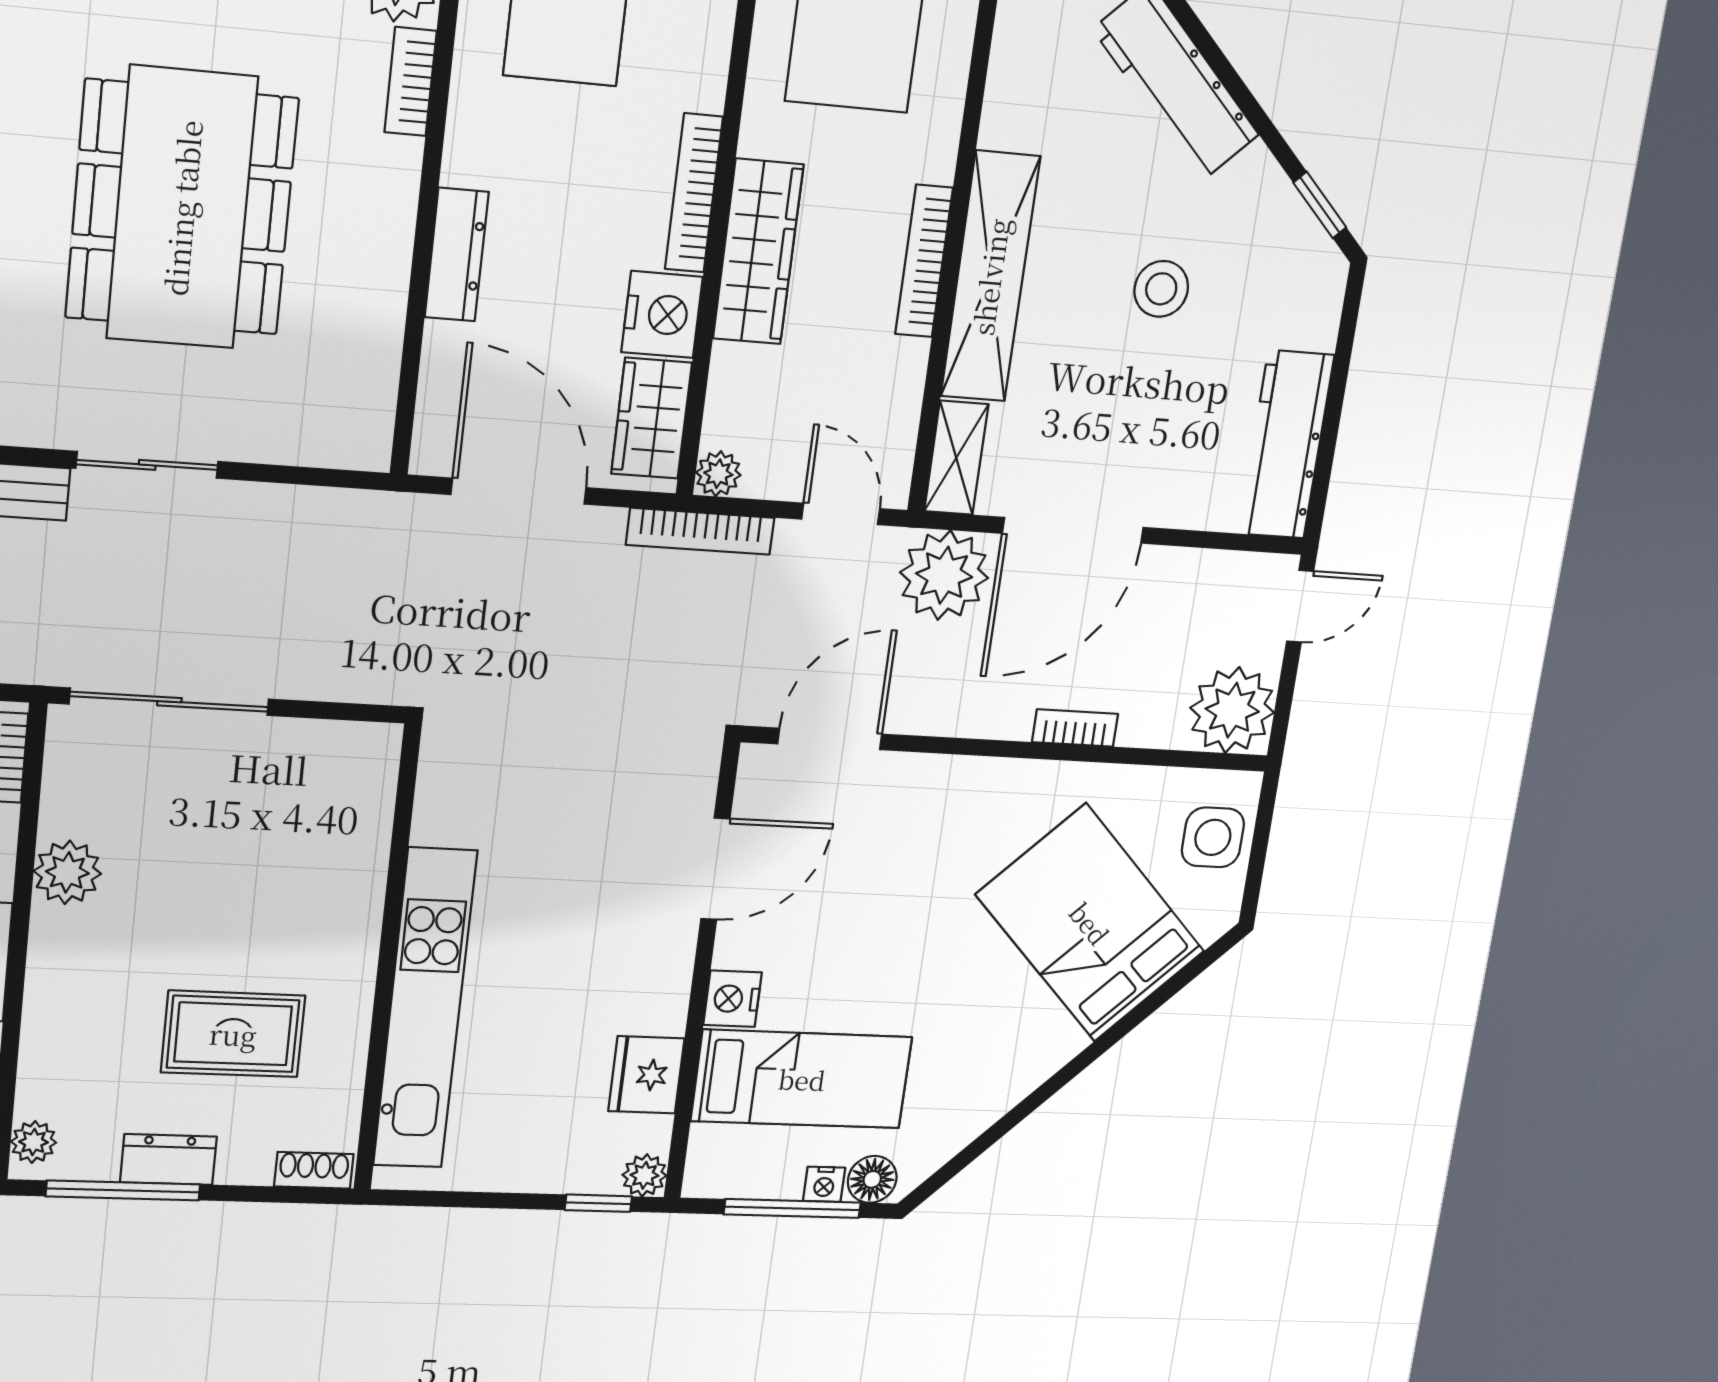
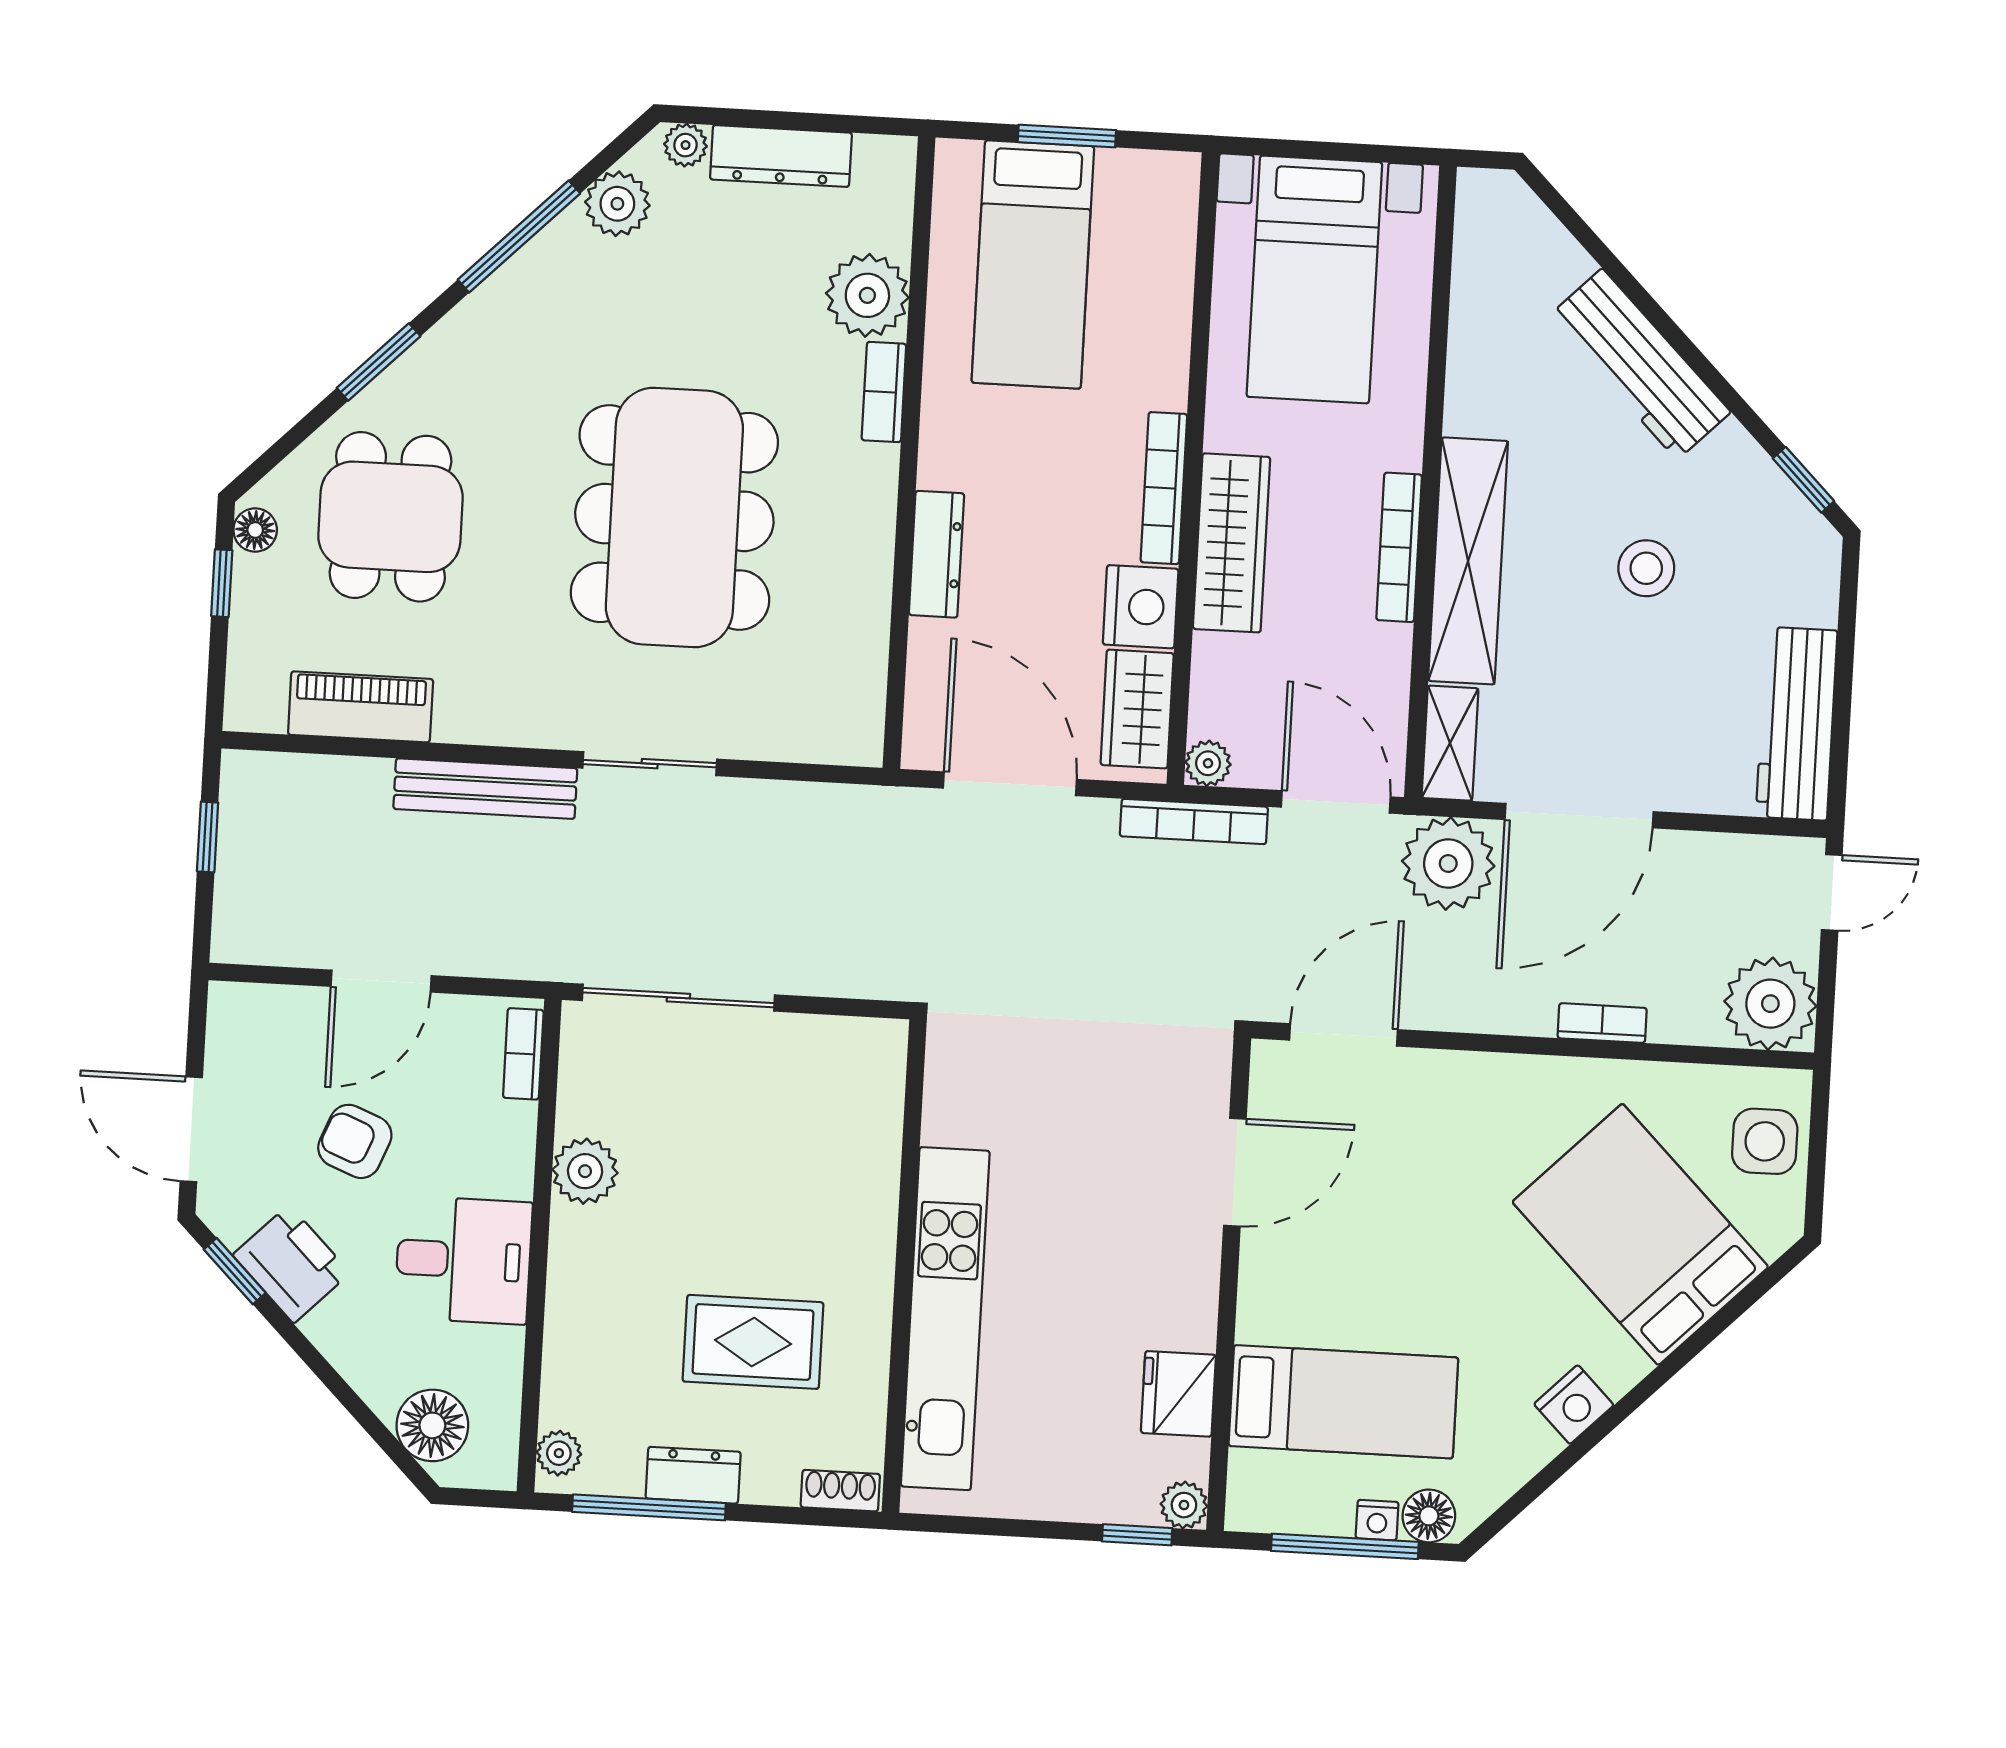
door: (841, 514) -> (1336, 802), width x1.38
nightstand: (732, 999) -> (1574, 1405), moved, turned -135

